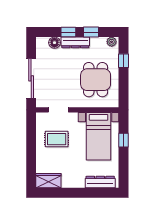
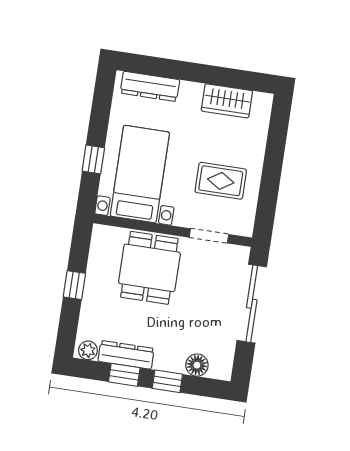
dresser: (75, 42) -> (126, 355), moved
window: (124, 61) -> (74, 285), moved
dining table: (96, 80) -> (149, 268), moved
wardrobe: (48, 181) -> (227, 101), moved

